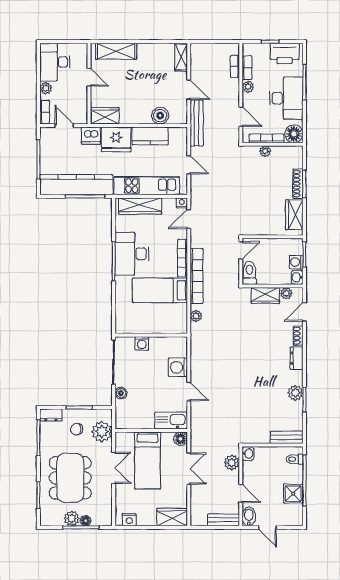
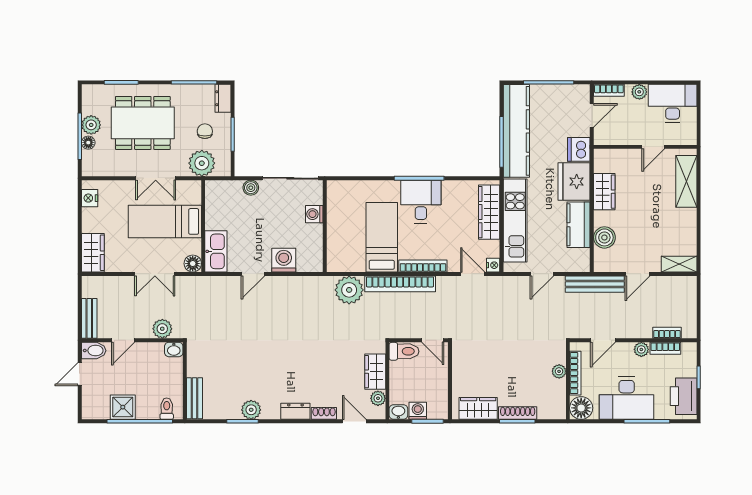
wardrobe: (105, 116) -> (604, 192), moved
desk: (132, 254) -> (421, 202), width x0.73
plant: (196, 316) -> (349, 290), width x1.87, depth x1.87

